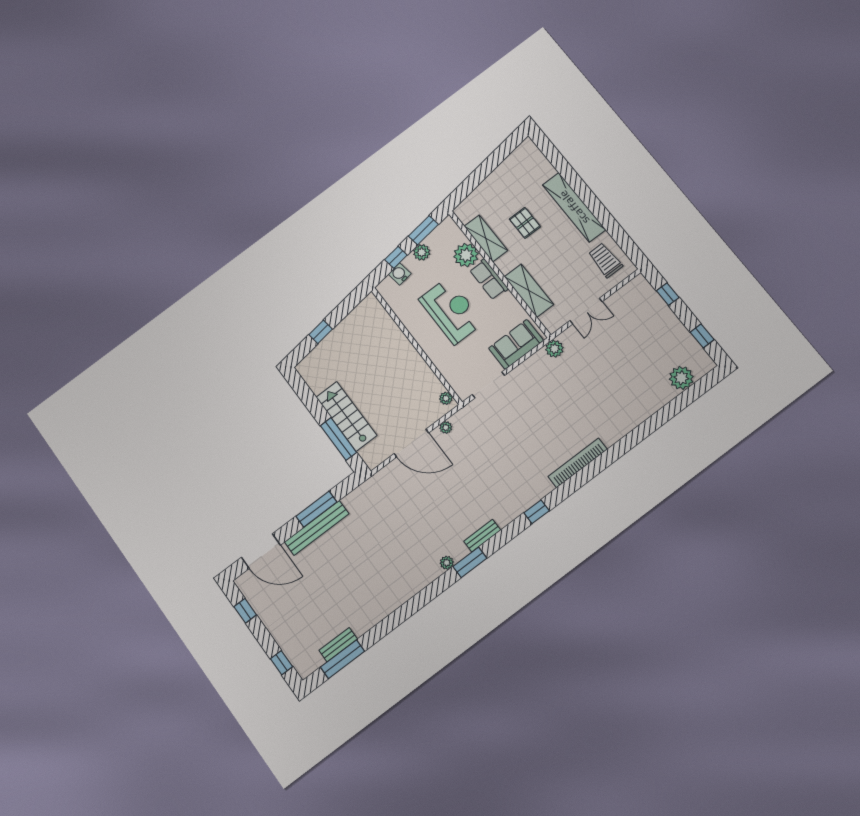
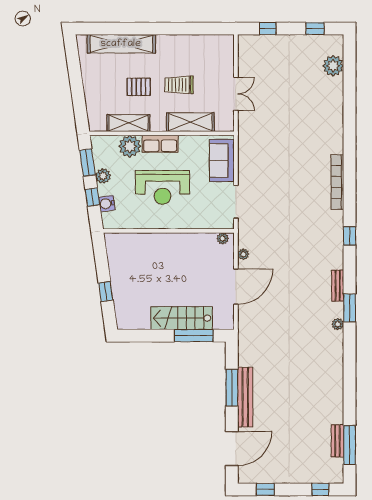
shelving: (574, 207) -> (121, 44), moved
trolley: (605, 260) -> (179, 85), moved
reception desk: (451, 311) -> (163, 187), turned 180
plant: (554, 349) -> (246, 136), removed

